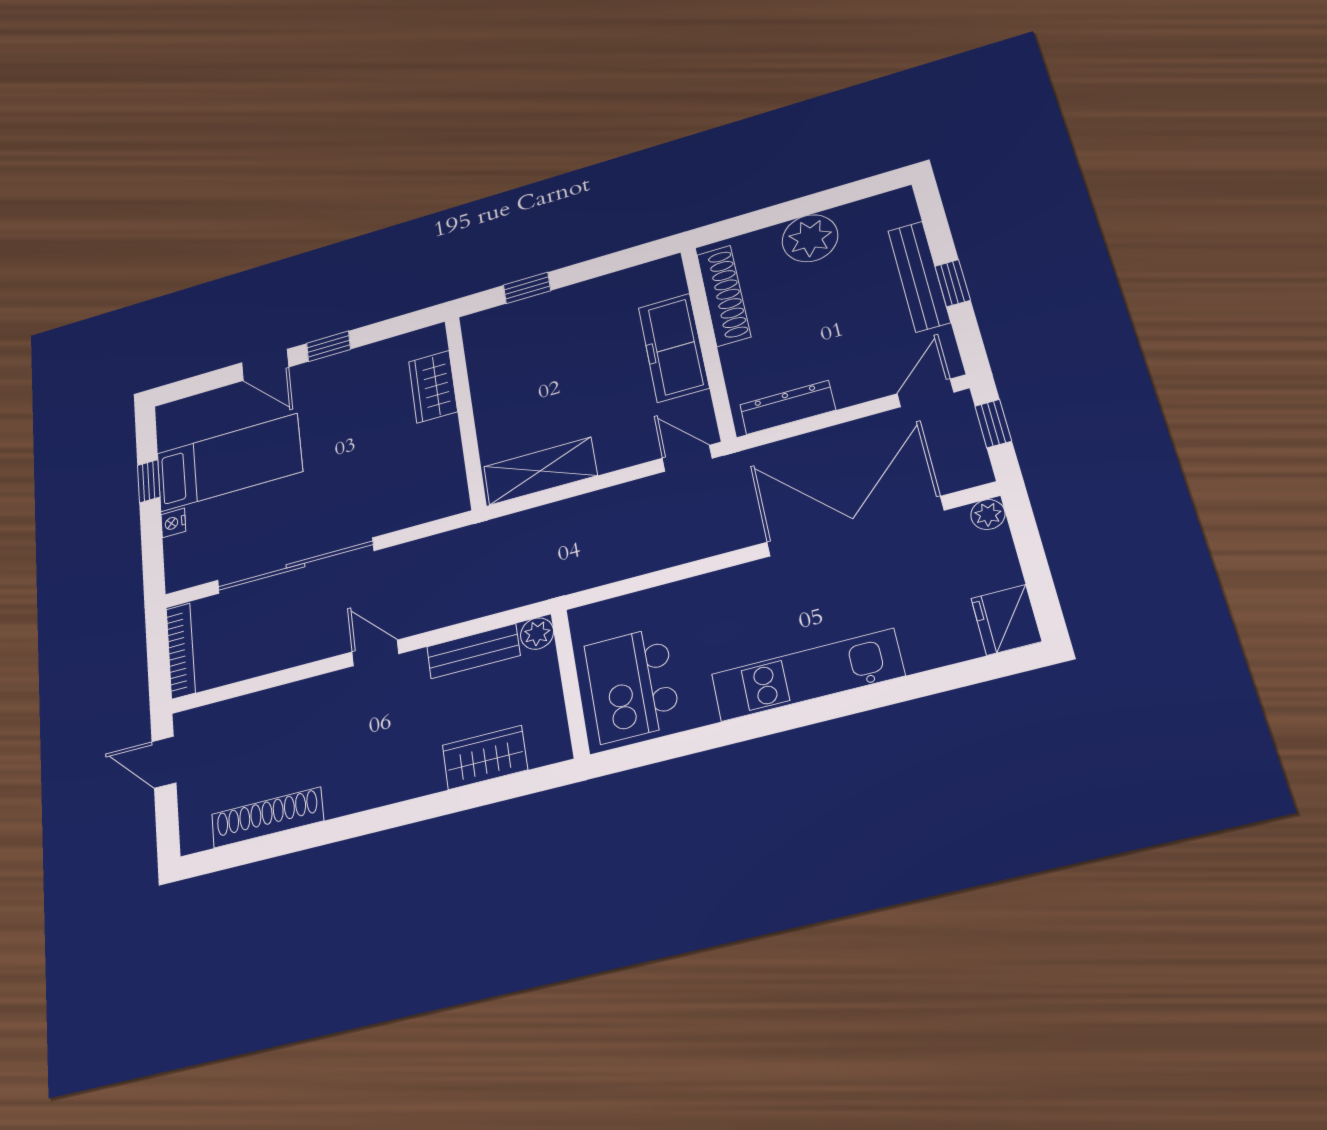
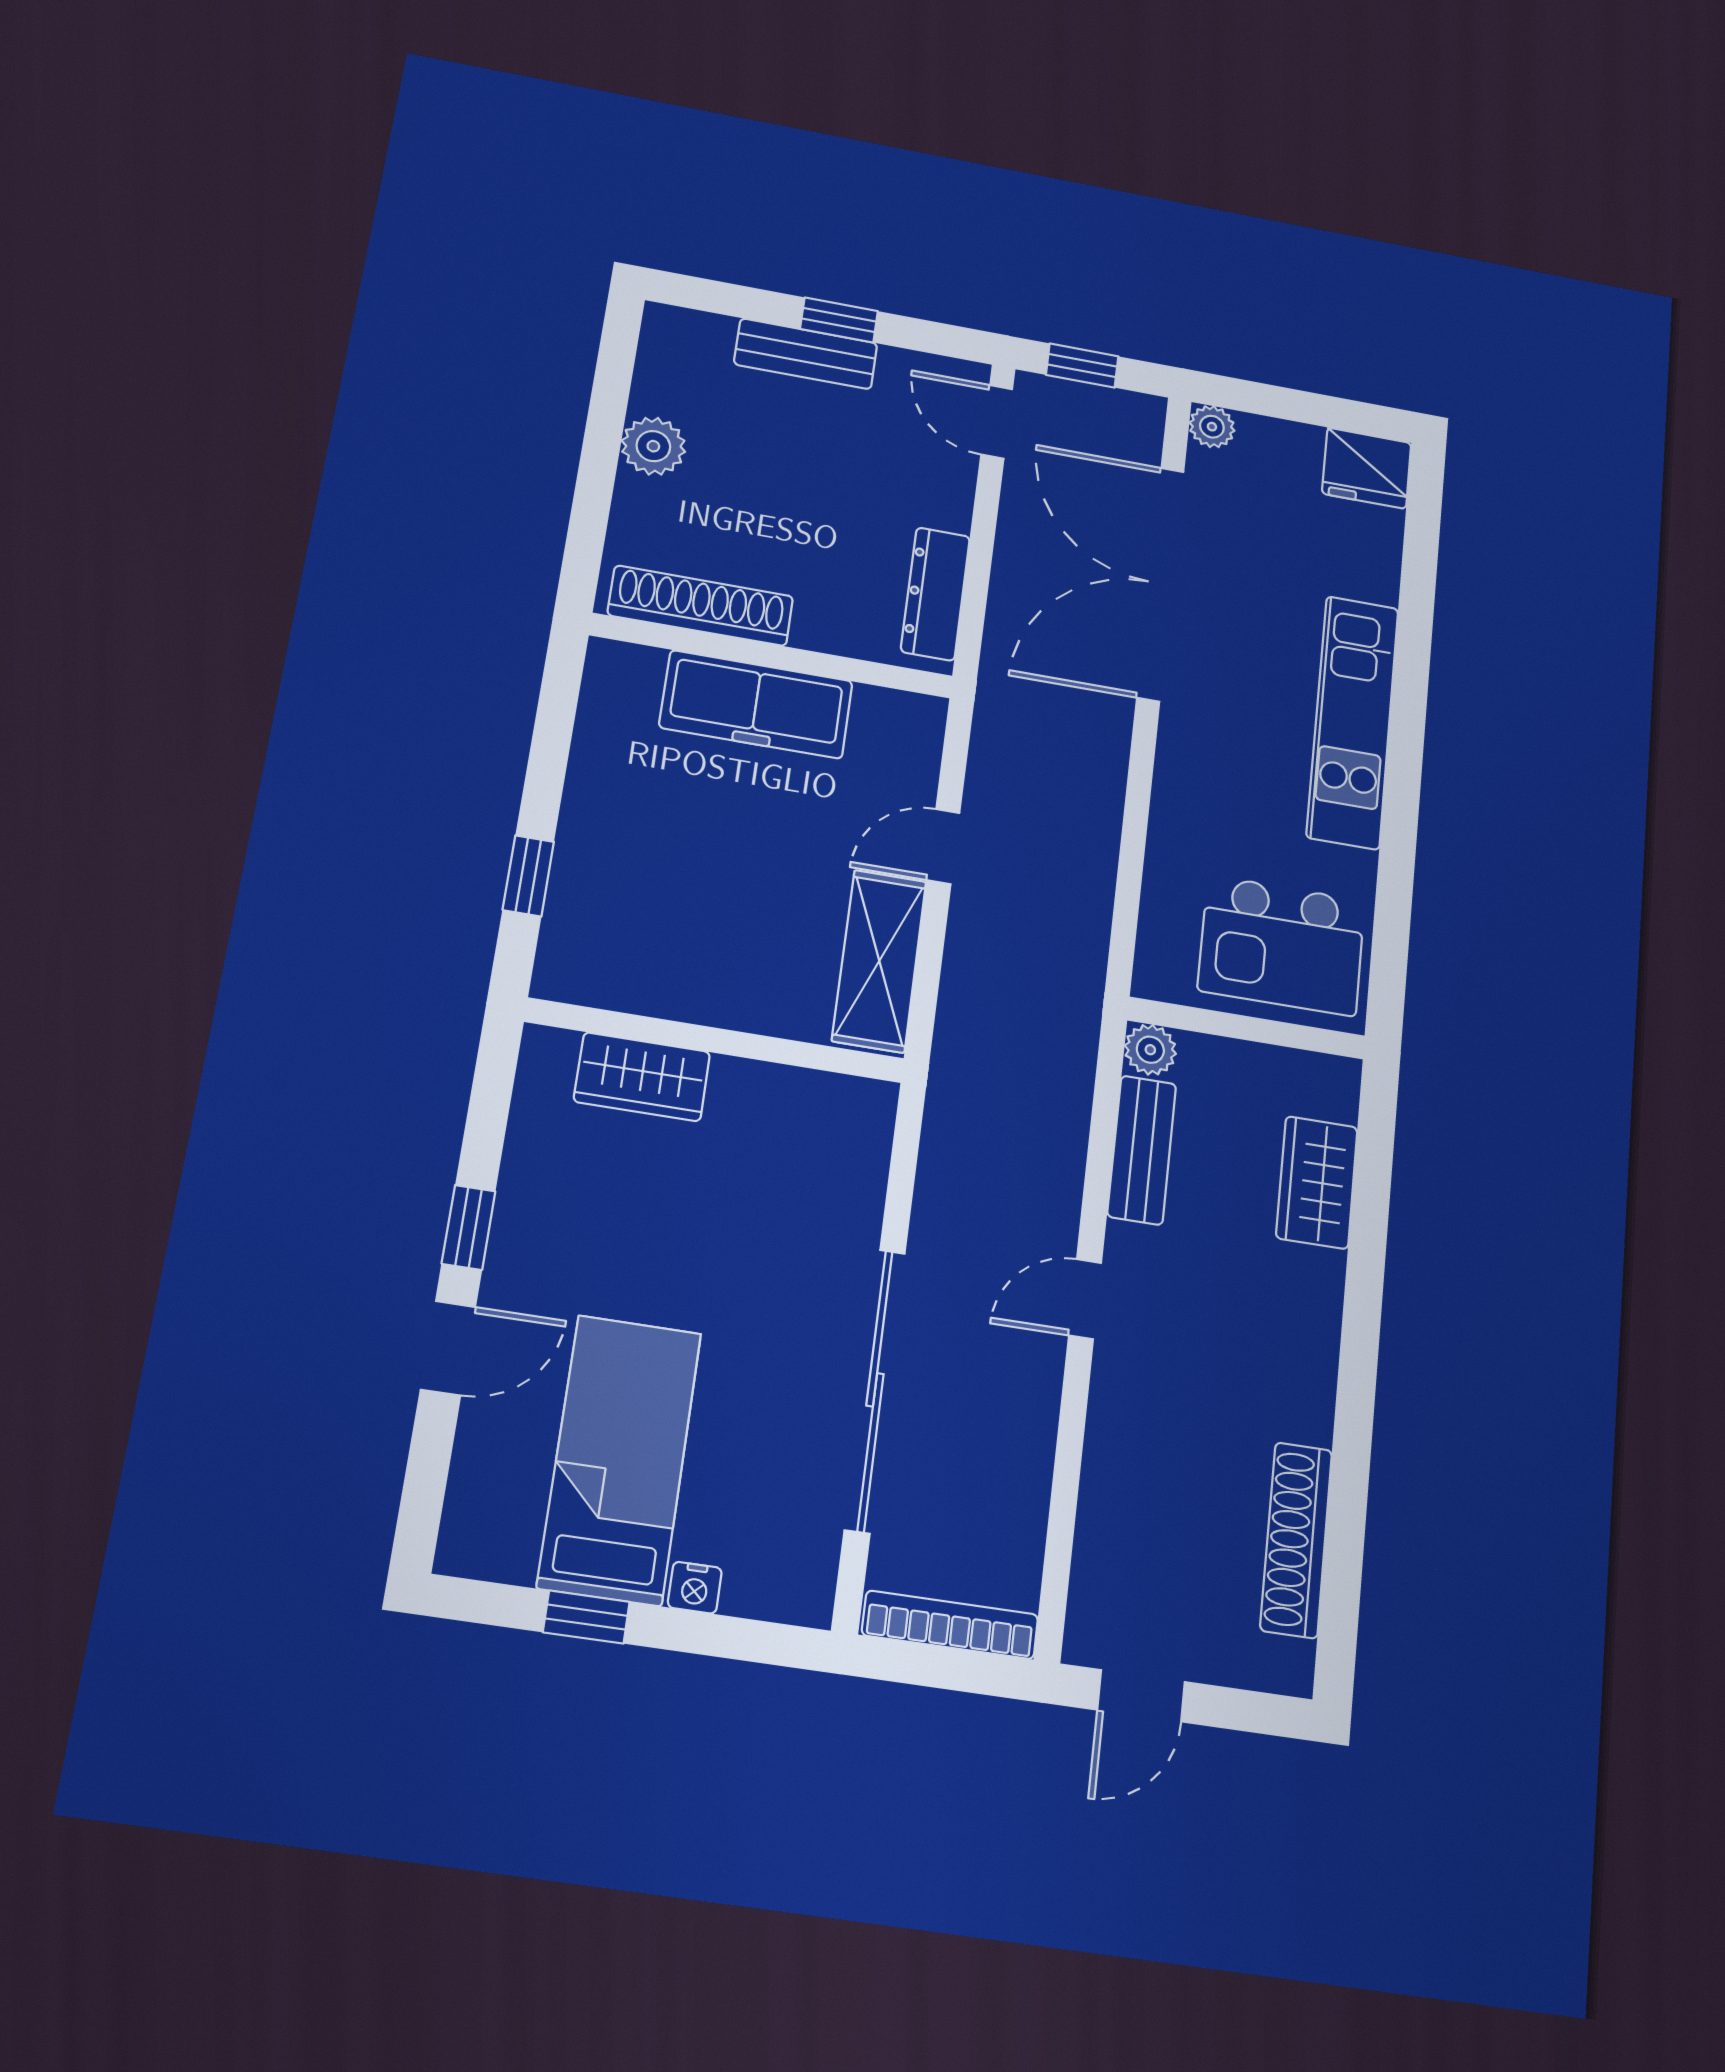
plant: (810, 238) -> (653, 446), width x0.73, depth x0.73
bench: (919, 276) -> (806, 354), width x0.73
door: (687, 458) -> (943, 846), moved

